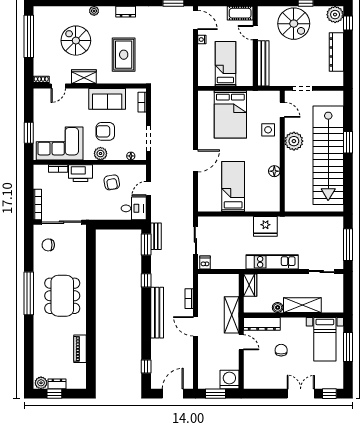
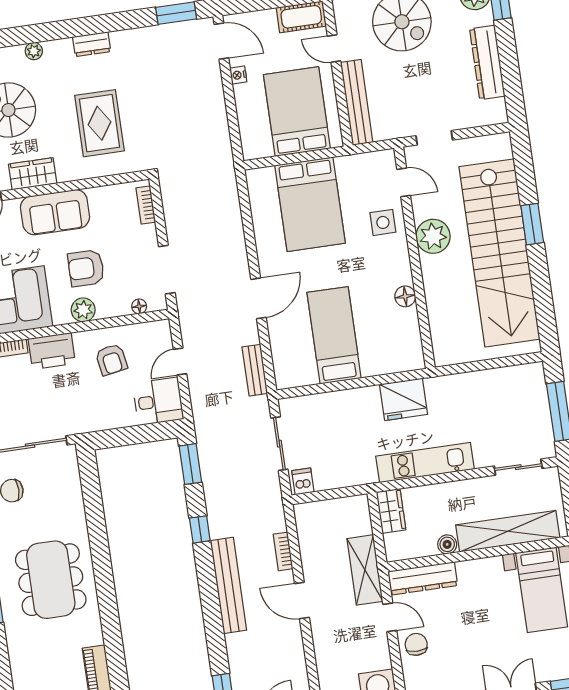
bed: (225, 64) -> (297, 112), width x1.50
sofa: (107, 99) -> (55, 212), moved
bench: (156, 236) -> (255, 370), moved
shelving: (302, 305) -> (508, 531), width x1.47
chair: (281, 350) -> (416, 644), moved

